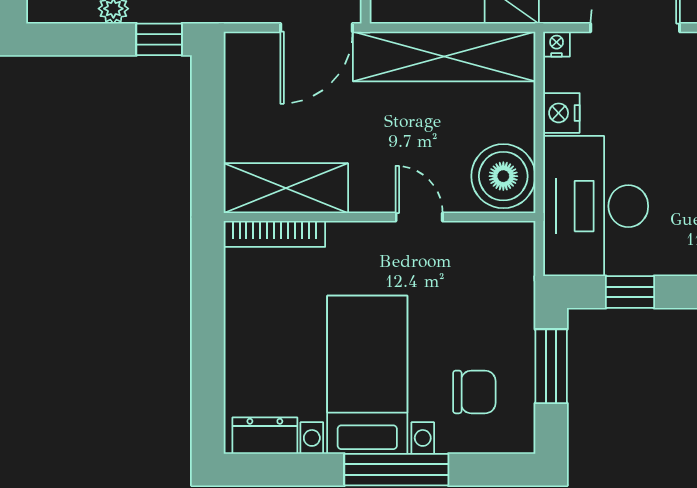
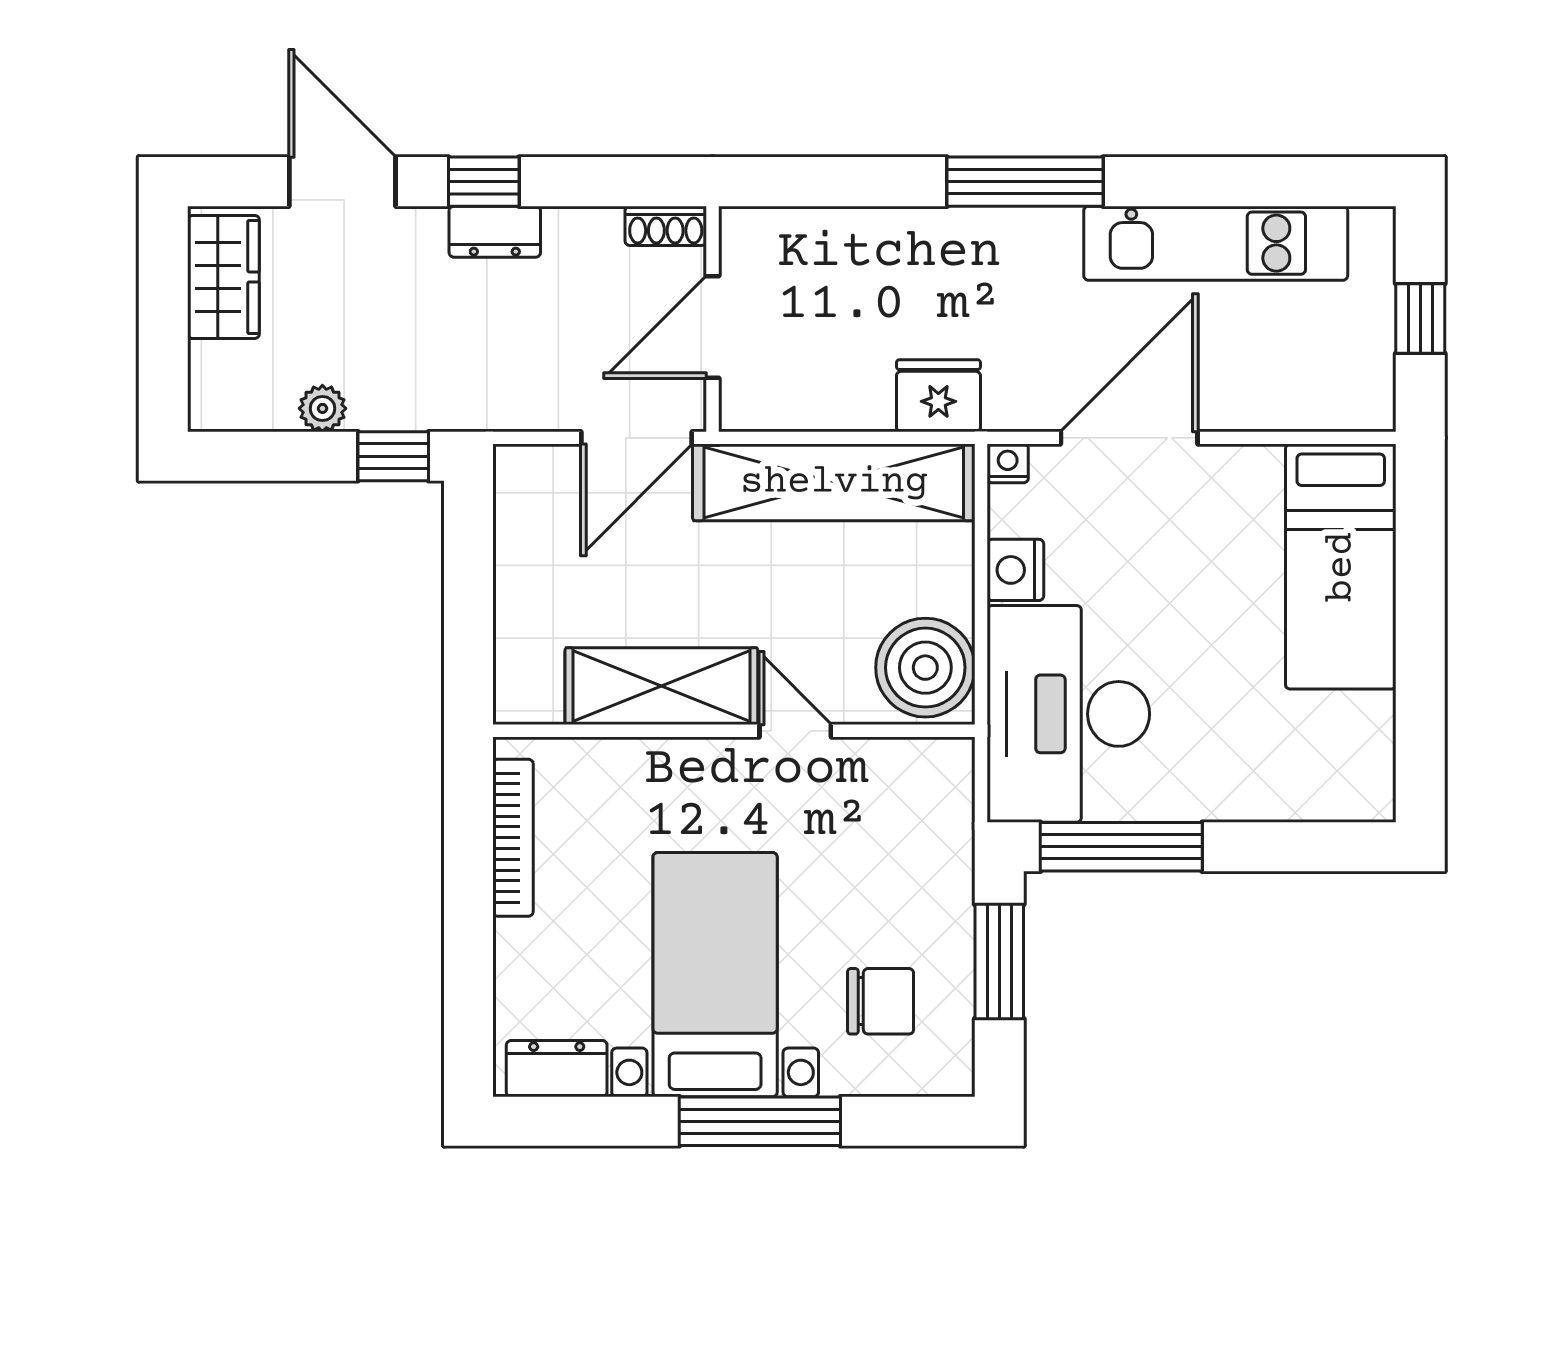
shelving: (286, 188) -> (661, 686), moved
bookcase: (274, 234) -> (513, 838), moved, turned -90
window: (630, 292) -> (1121, 847), width x2.17

